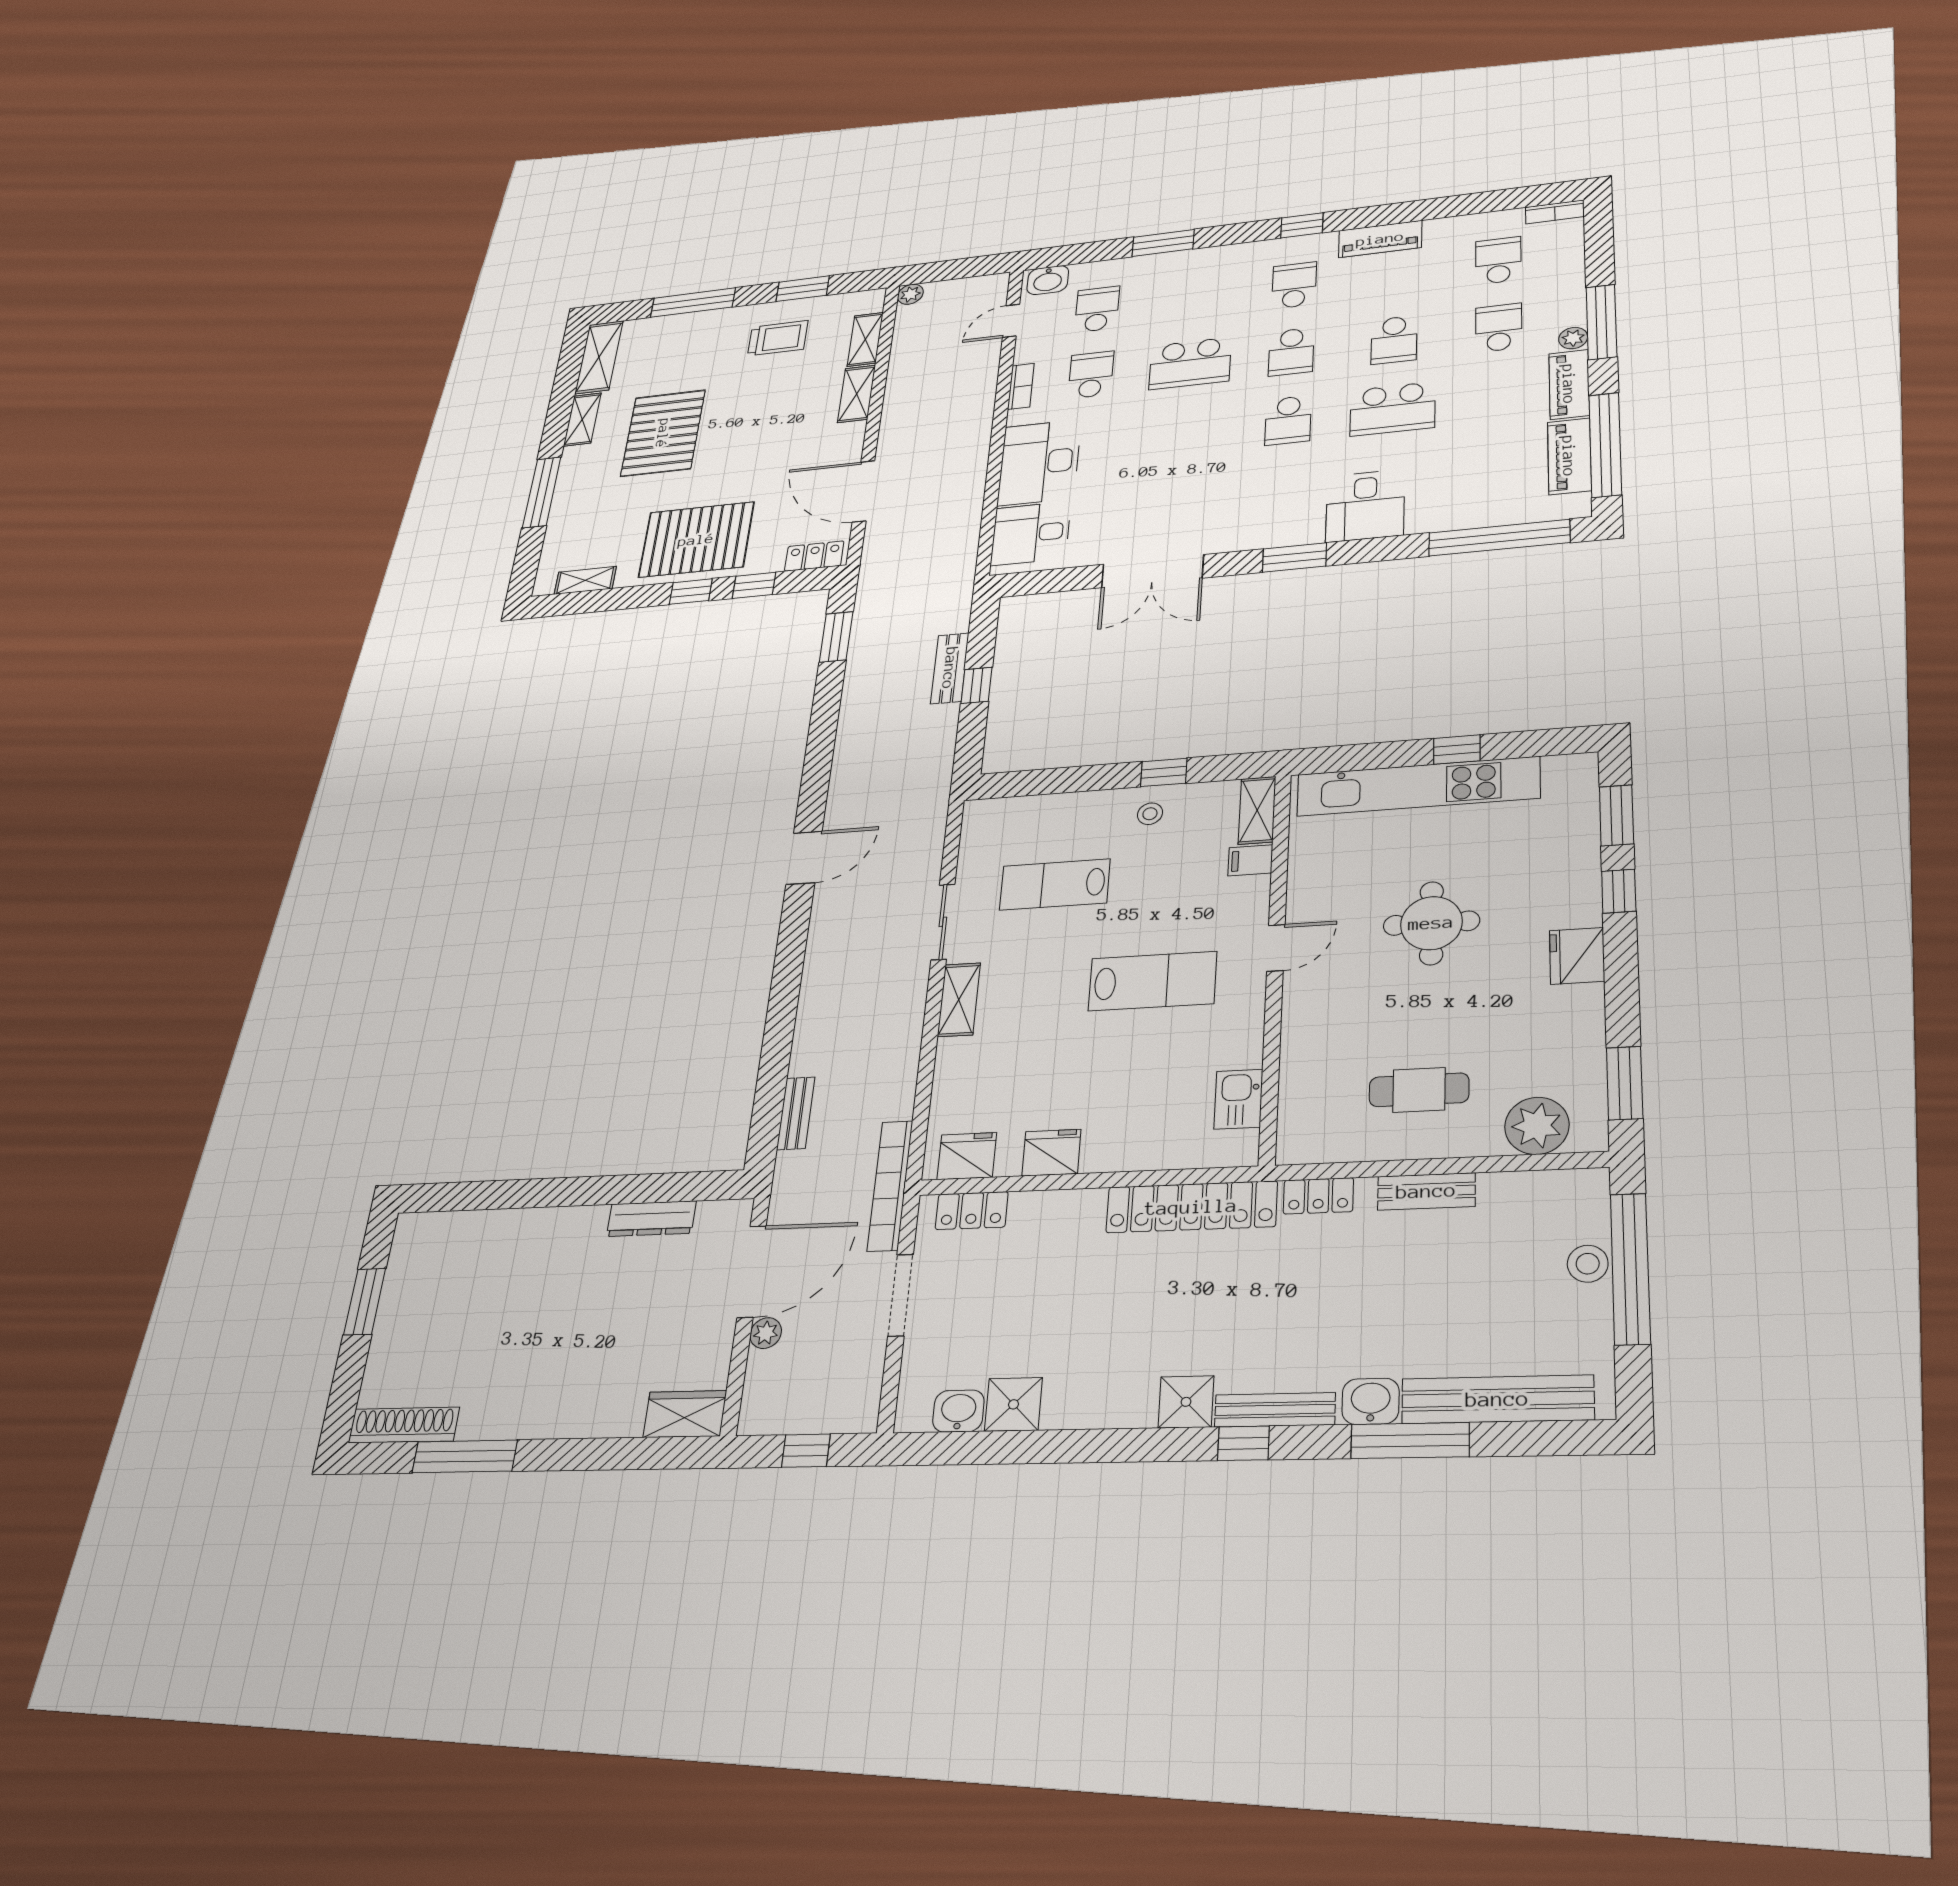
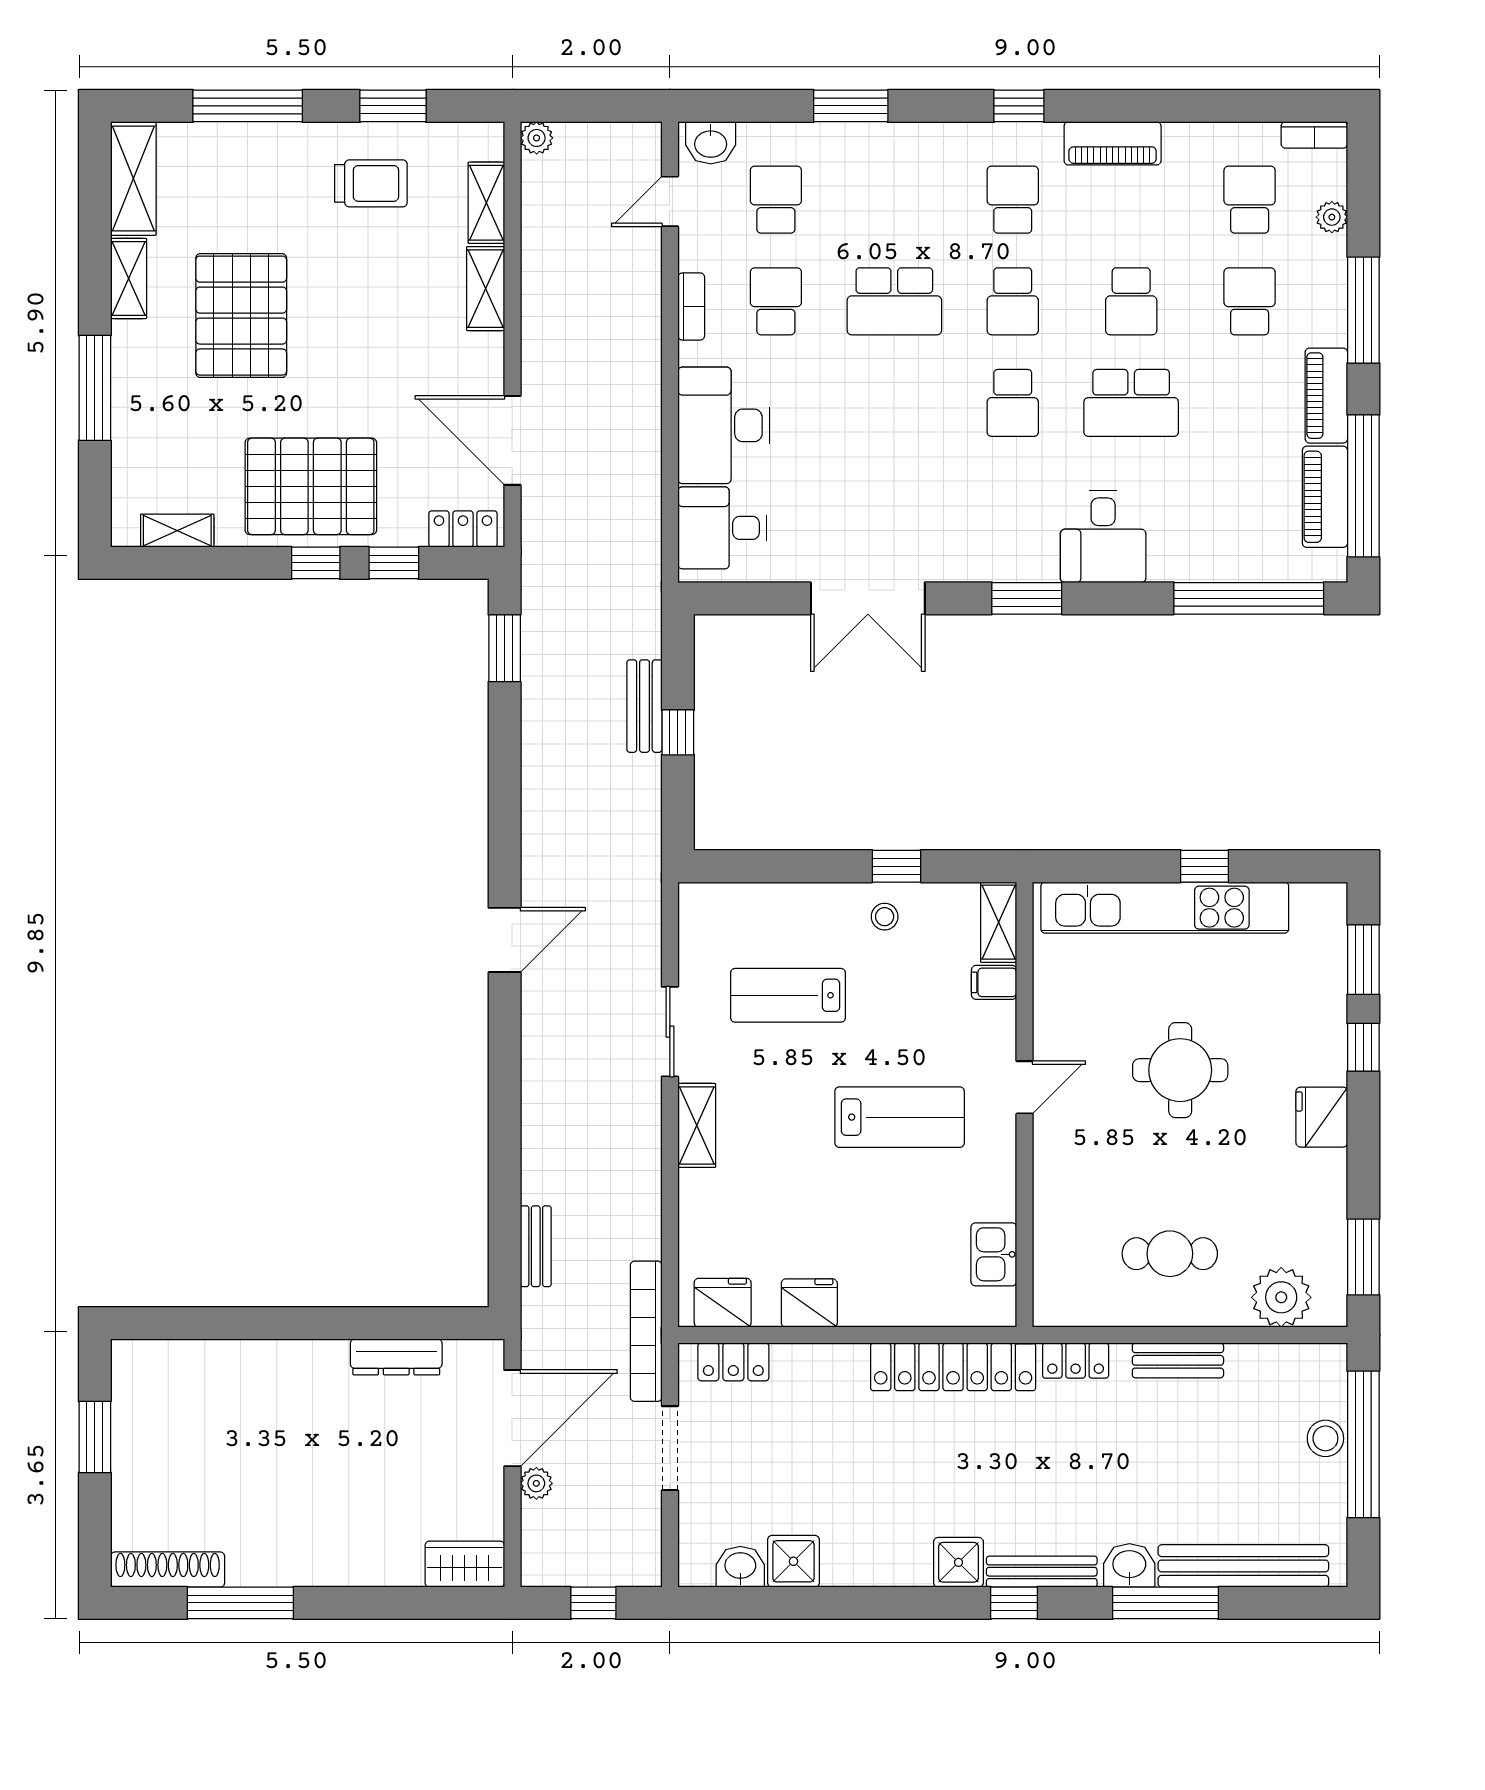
plant: (1573, 338) -> (1332, 217), moved

